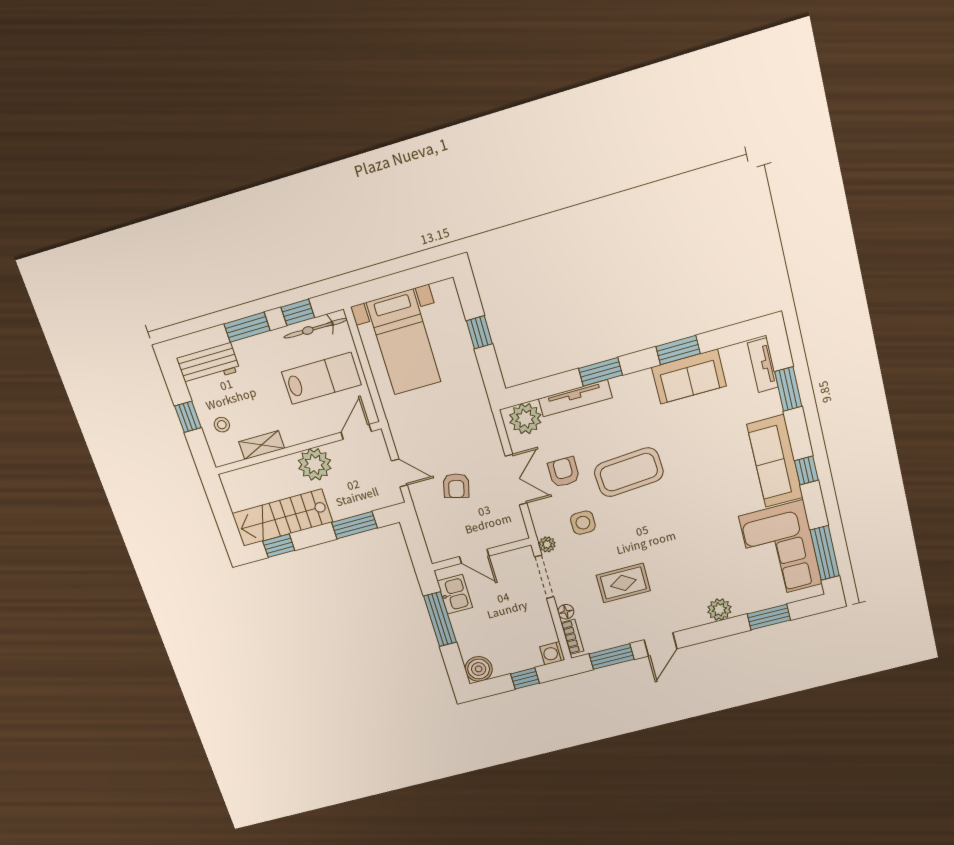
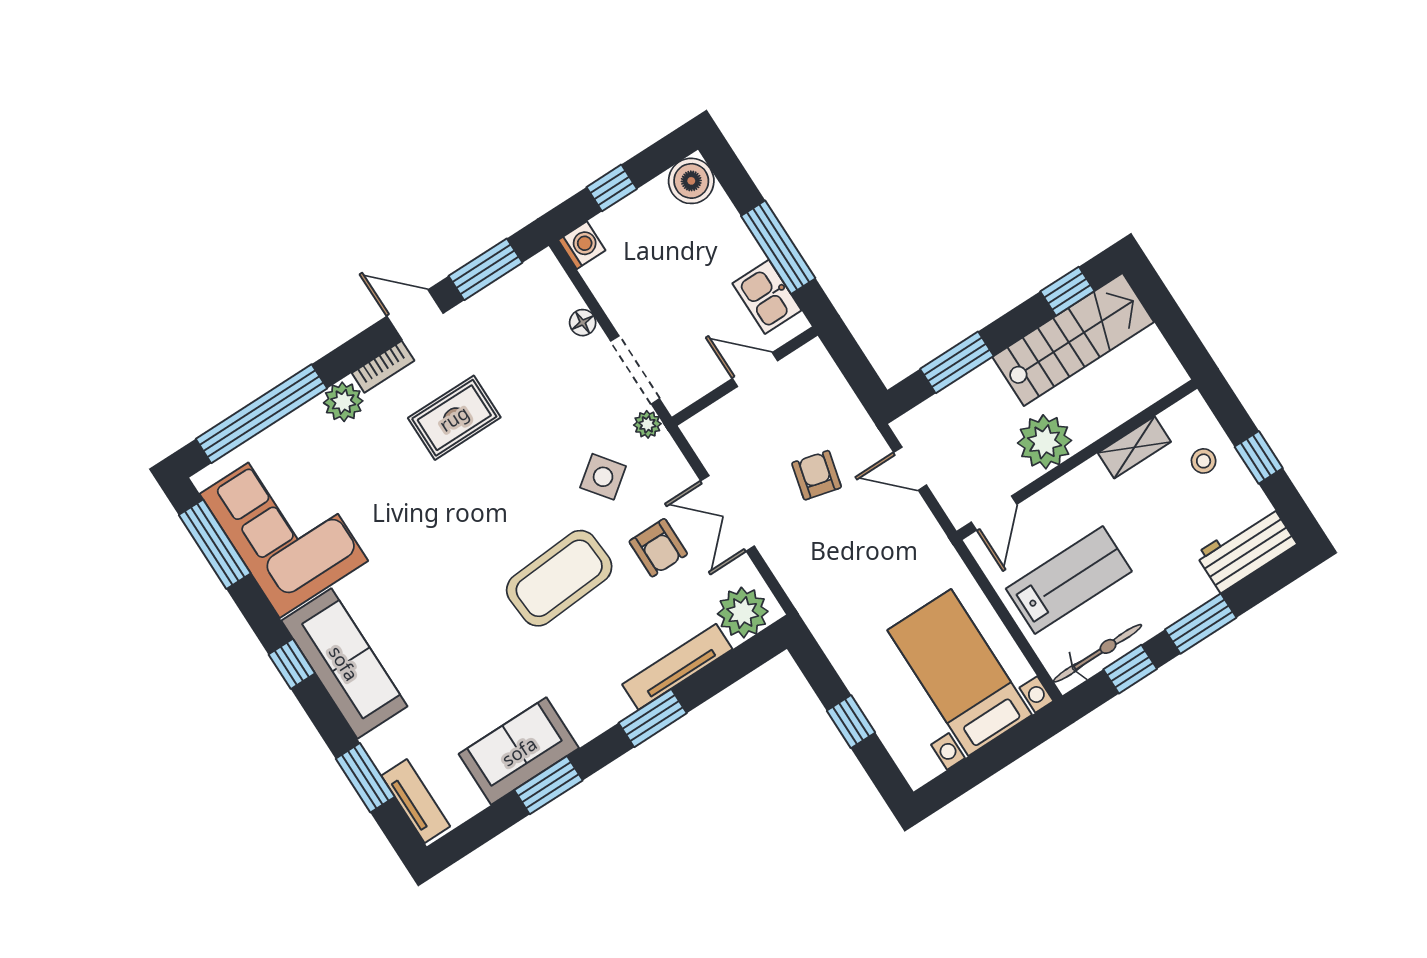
lab bench: (321, 378) -> (1069, 580), turned 180
side table: (583, 523) -> (603, 477), turned -37
rug: (623, 583) -> (454, 418), moved
window: (769, 617) -> (261, 414), width x2.11
bookcase: (572, 637) -> (383, 367), moved, turned -90
door: (661, 644) -> (415, 315), hinge flipped

